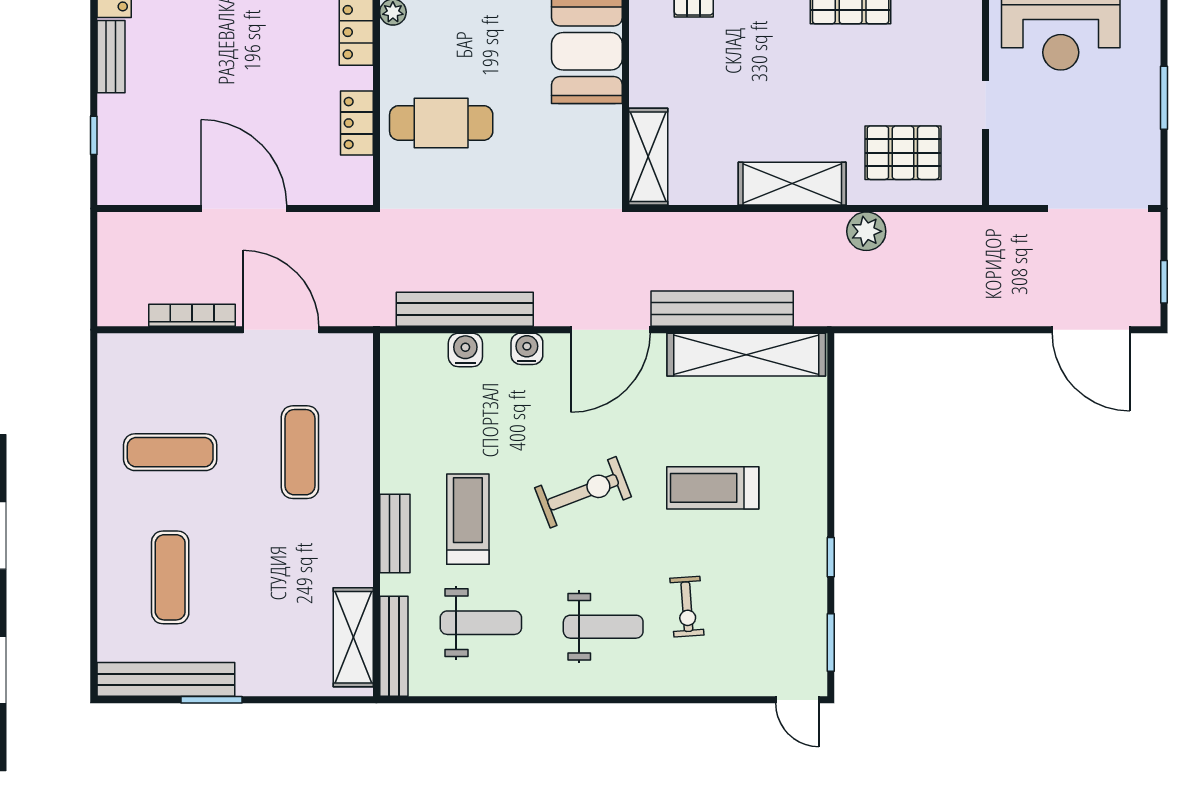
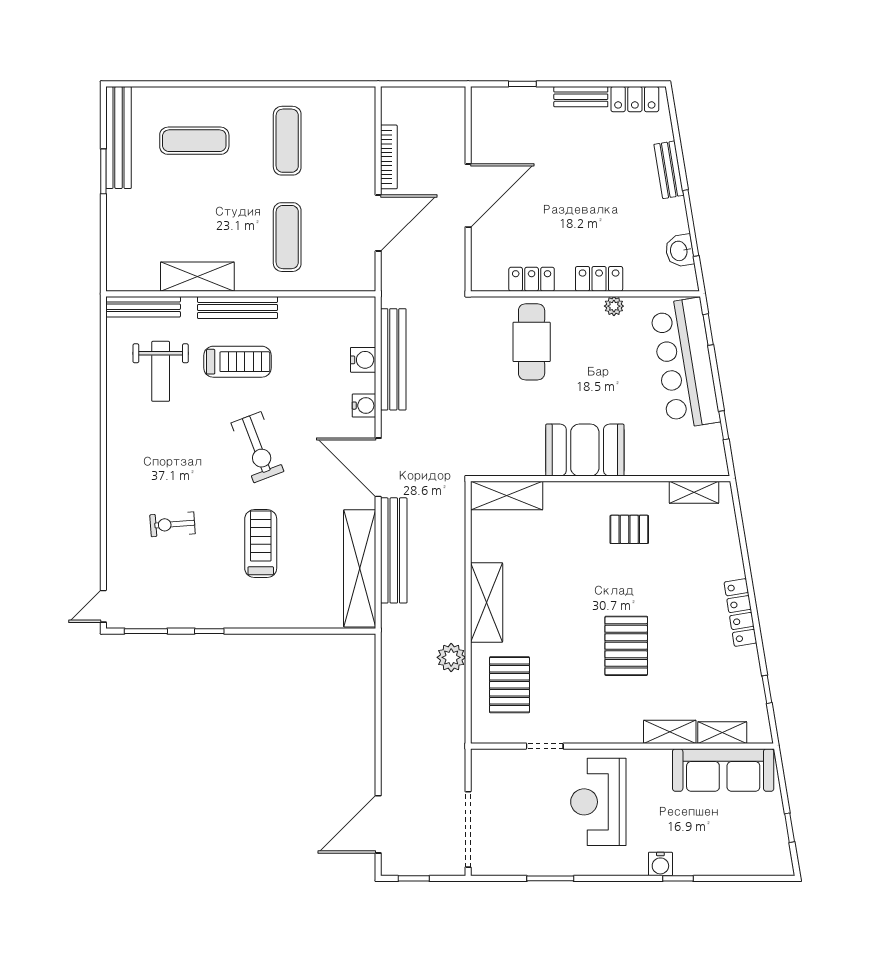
exercise mat: (300, 452) -> (287, 237), turned 90
bench: (395, 533) -> (237, 307), width x1.36
weight bench: (603, 627) -> (158, 462), removed
shelving: (353, 637) -> (197, 277), moved

